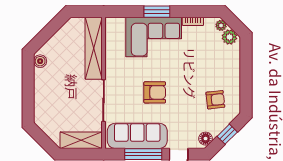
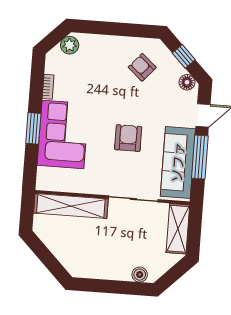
plant: (221, 25) -> (55, 54), removed
boiler: (40, 61) -> (140, 275), moved
armchair: (215, 100) -> (142, 67), turned -43

